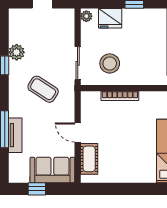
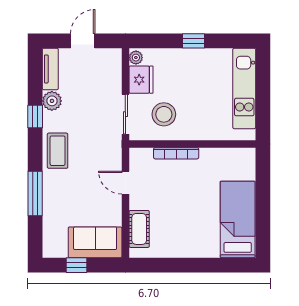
fridge: (110, 18) -> (141, 80), moved, turned -90
coffee table: (43, 89) -> (58, 151), moved, turned 57
door: (78, 132) -> (125, 183), moved
tv unit: (15, 135) -> (50, 69), moved

